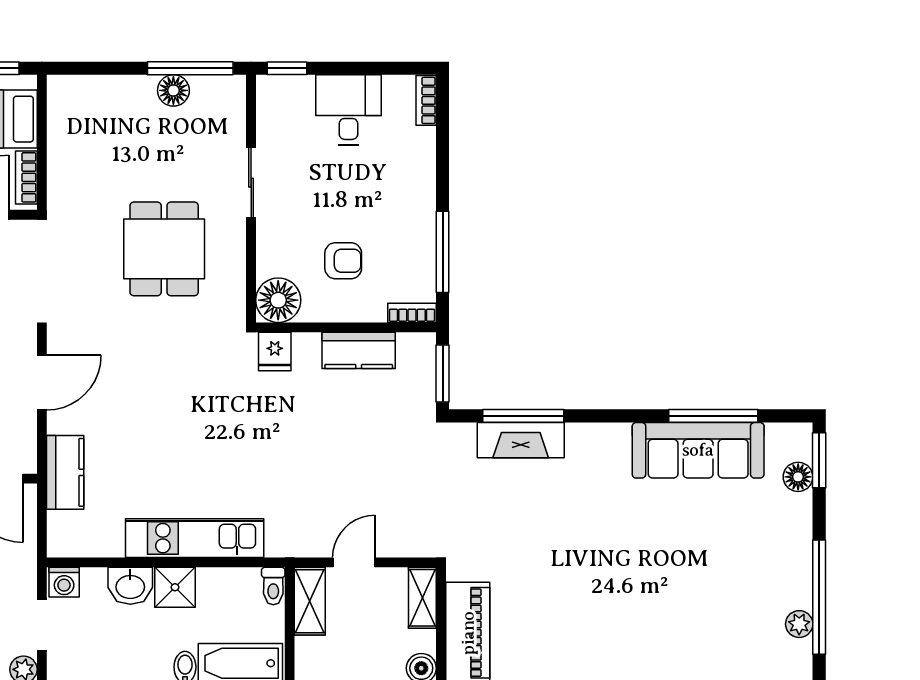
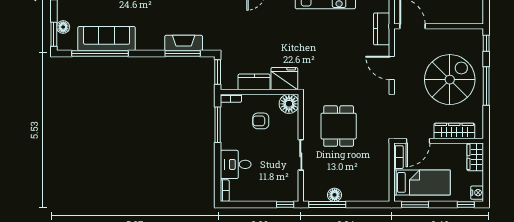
desk: (348, 110) -> (236, 164), moved, turned 90
fridge: (275, 351) -> (284, 79), width x1.88, depth x1.34
door: (42, 383) -> (392, 68), hinge flipped
window: (713, 416) -> (100, 53), width x1.46

